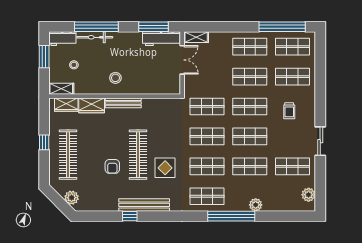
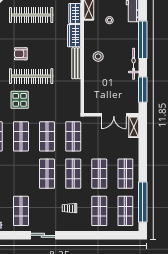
bicycle: (95, 37) -> (134, 64), moved
workbench: (161, 39) -> (132, 96), removed
shop shelf: (250, 166) -> (21, 174), removed

